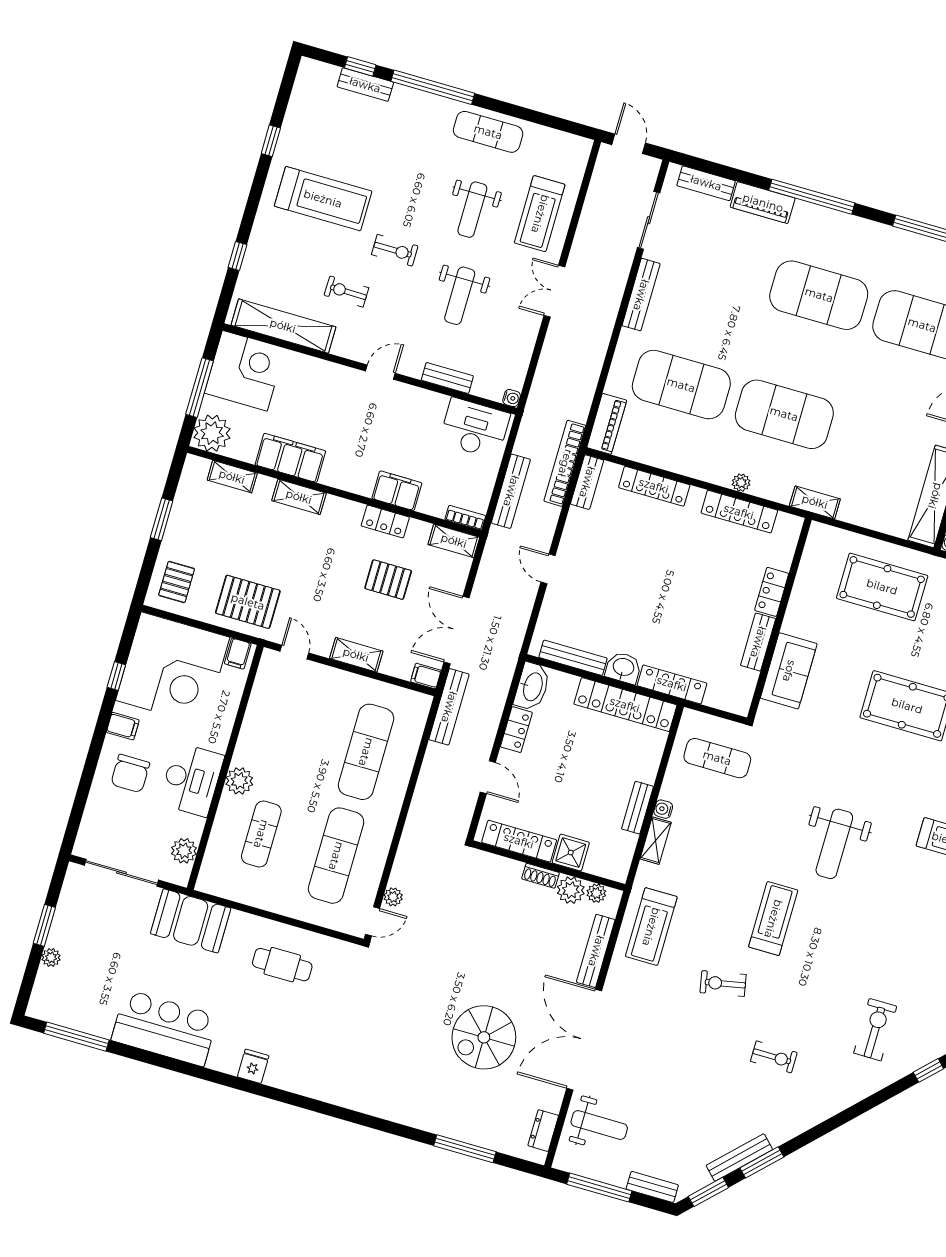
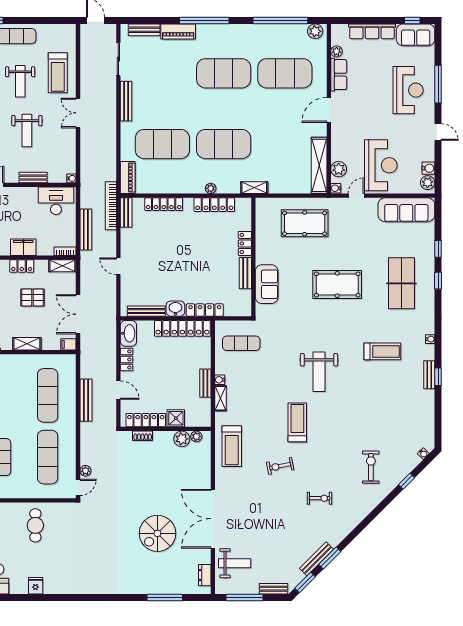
bench: (449, 707) -> (86, 400), moved
shoe rack: (541, 876) -> (143, 436), moved
bench: (596, 951) -> (205, 468), removed
cafe table: (282, 965) -> (35, 525), turned 90

